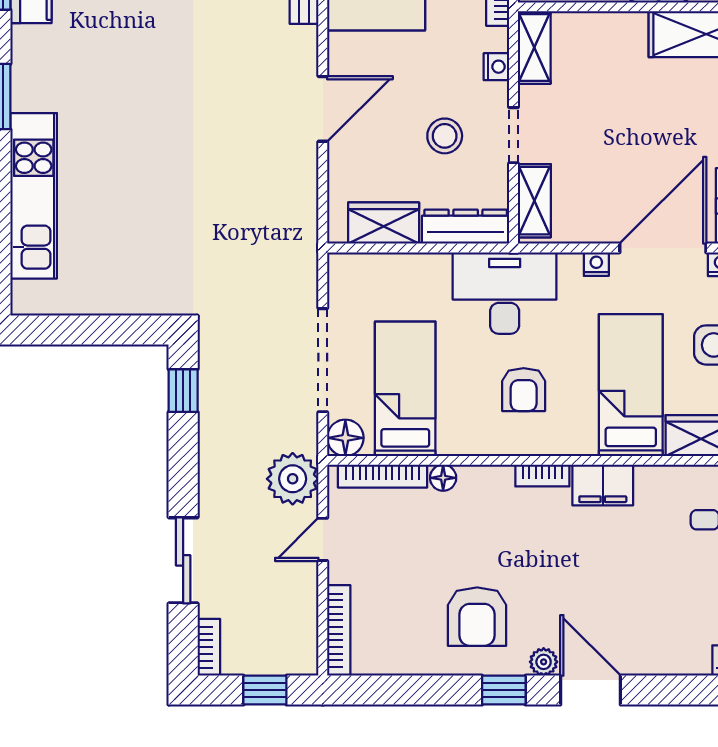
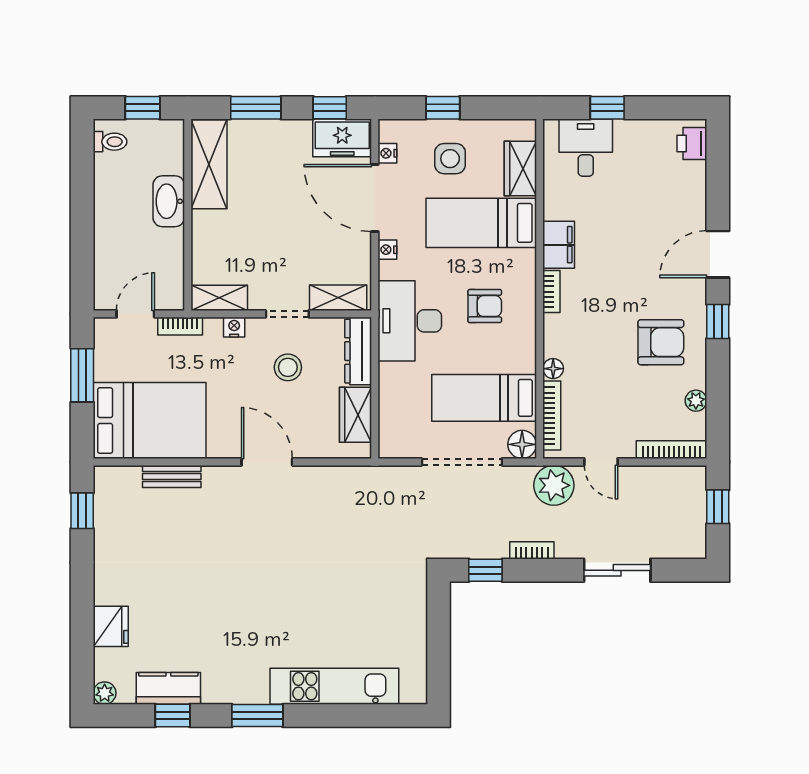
bookcase: (209, 647) -> (532, 550), moved
plant: (544, 662) -> (696, 401), moved

